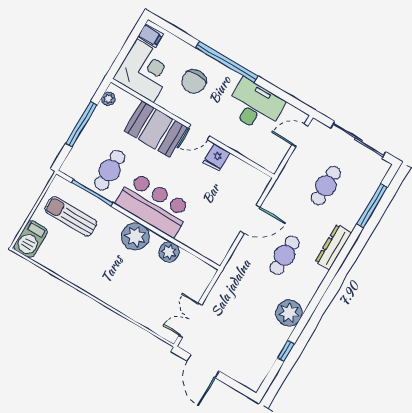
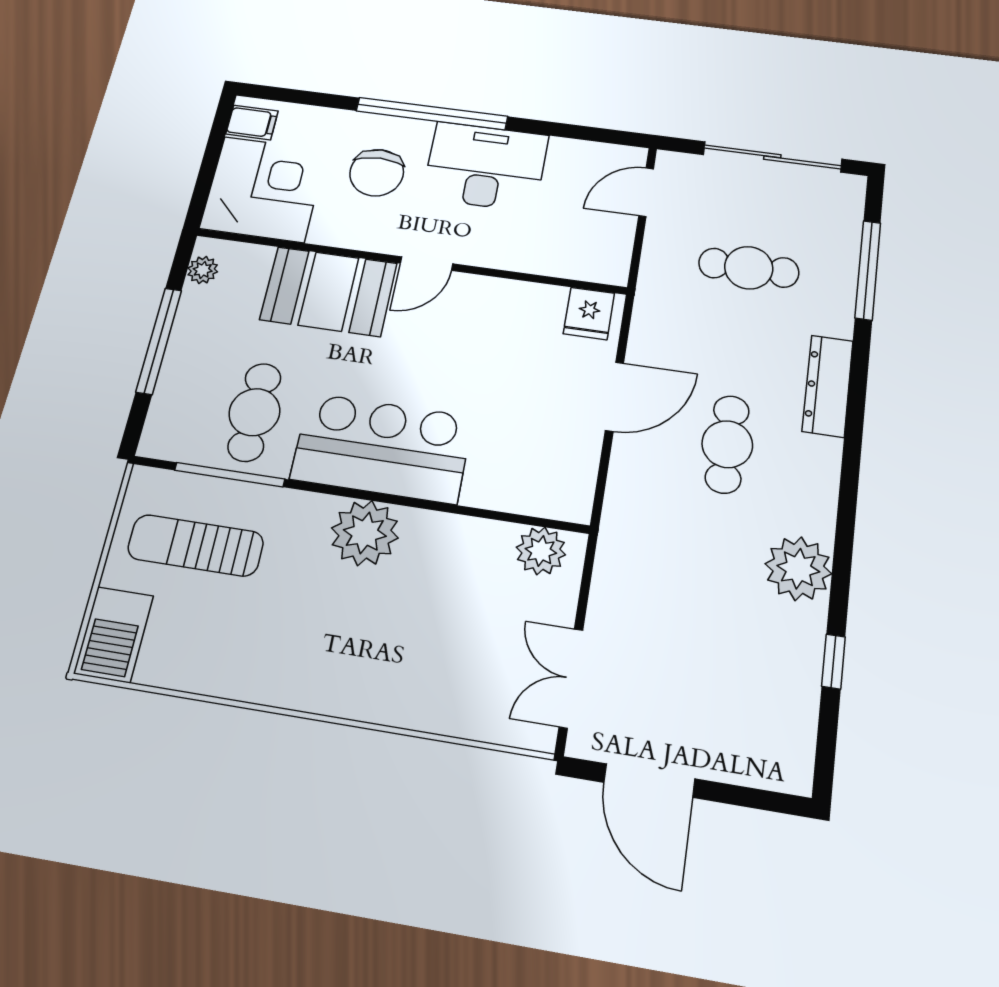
desk: (255, 106) -> (485, 166), moved
fridge: (217, 157) -> (589, 313), moved
cafe table: (326, 186) -> (749, 268), turned 90
plant: (169, 252) -> (541, 551), moved

